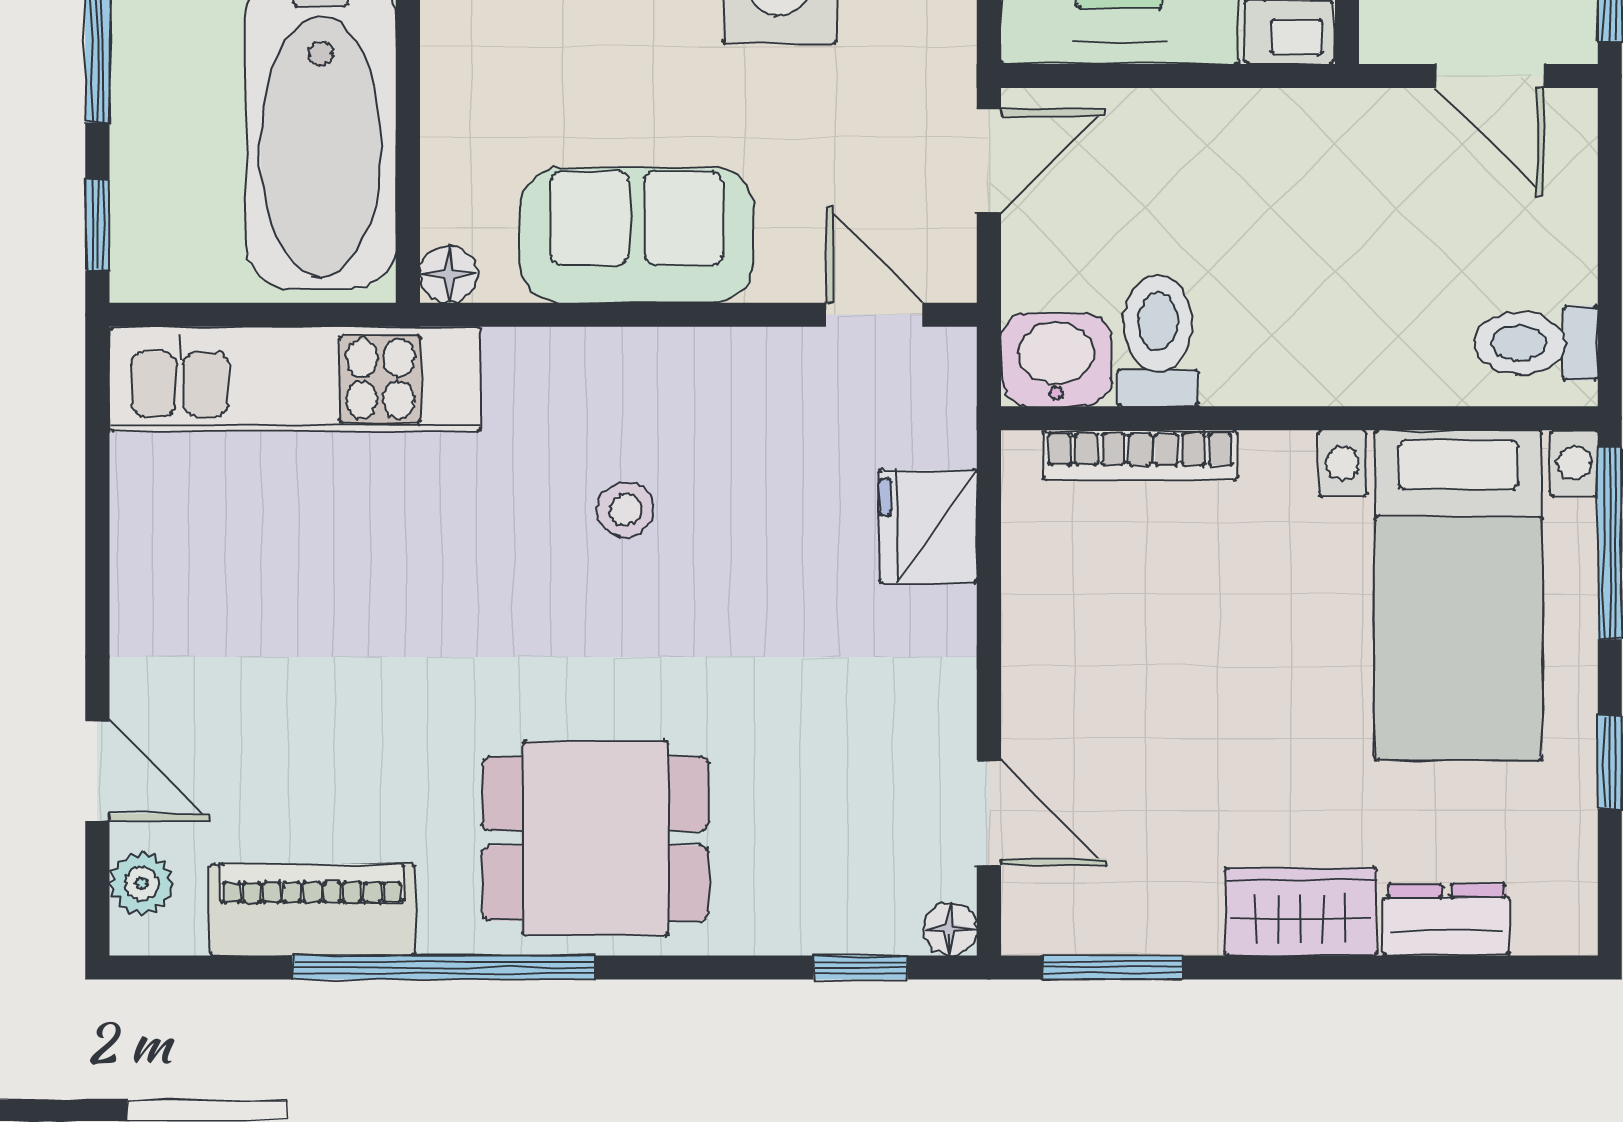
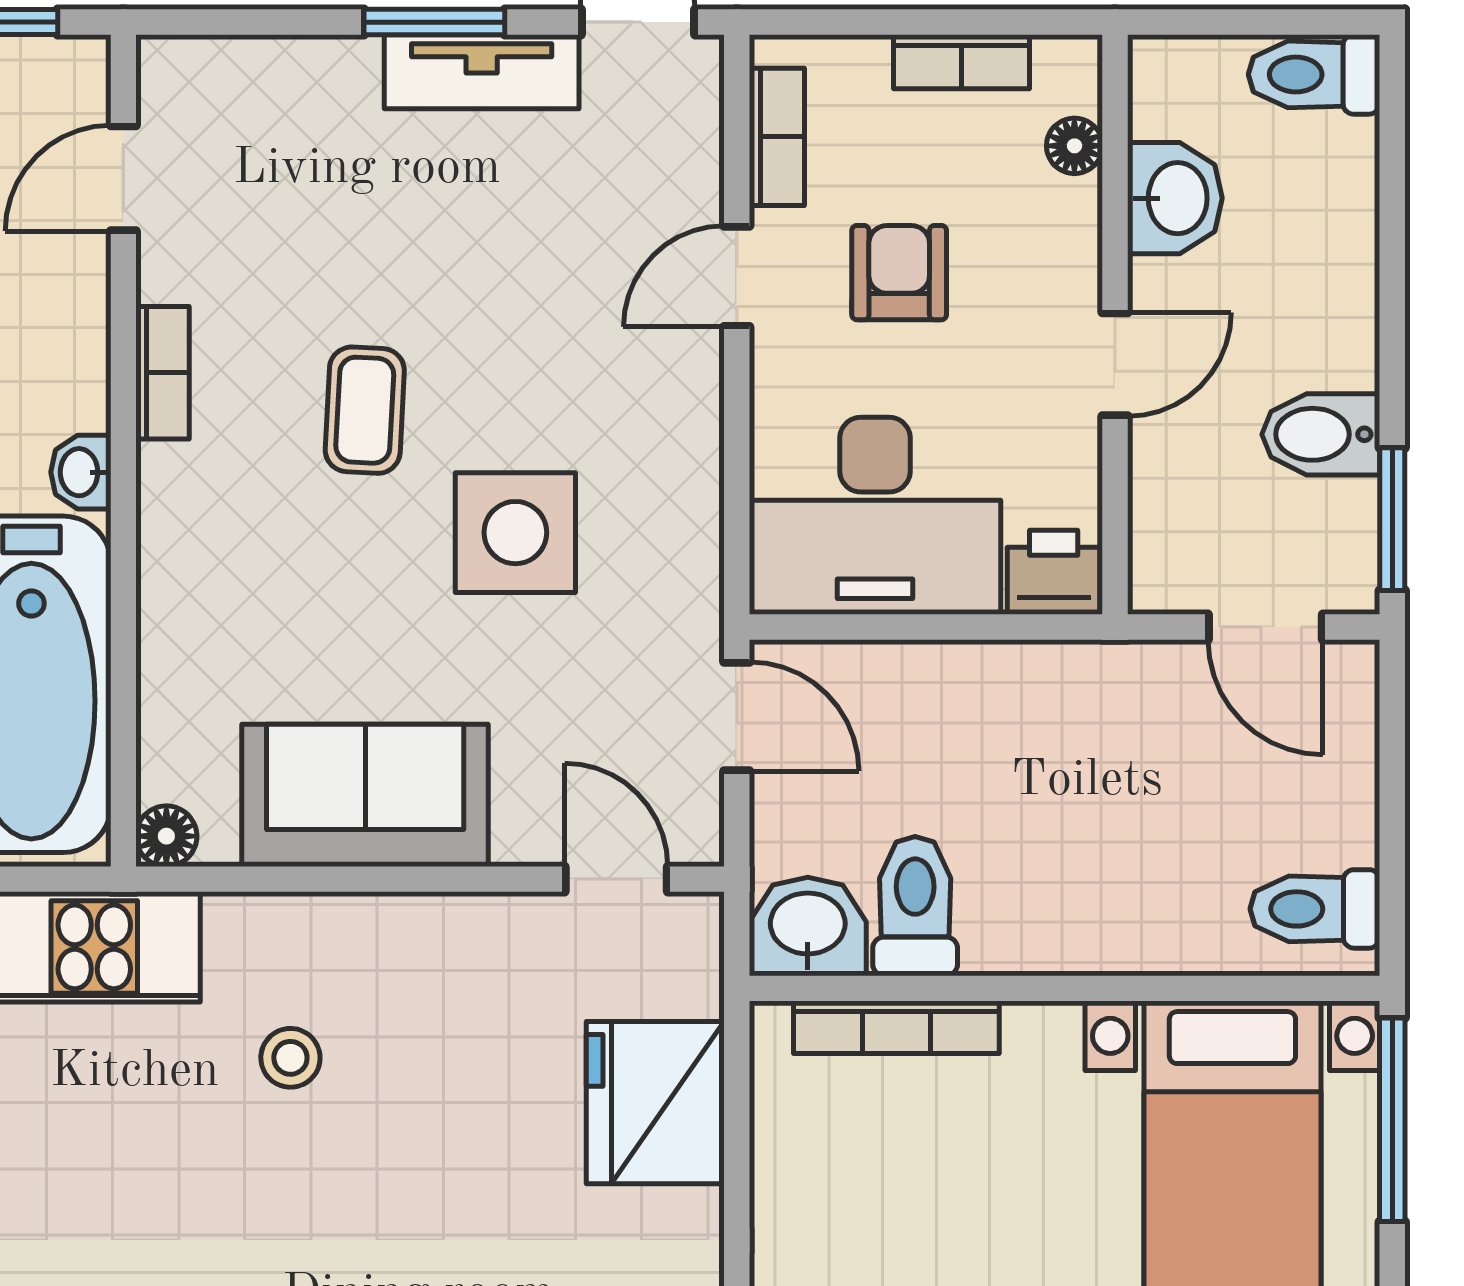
door: (989, 161) -> (737, 716), hinge flipped
stool: (625, 509) -> (290, 1058), moved
fridge: (928, 526) -> (655, 1103), width x1.36, depth x1.34

